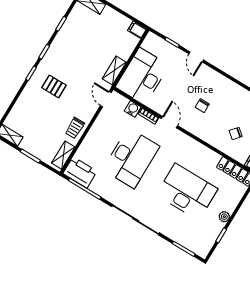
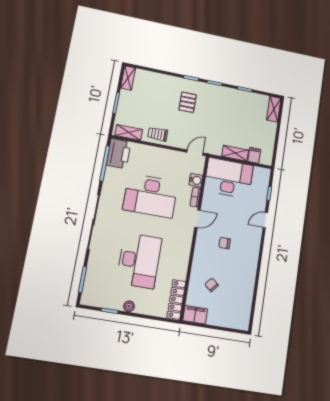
filing cabinet: (137, 30) -> (254, 155), moved
shelving: (114, 71) -> (235, 153), moved

